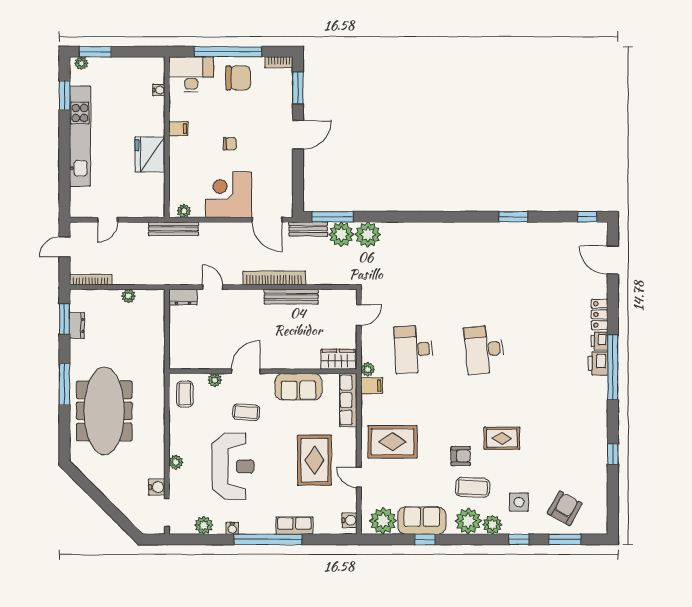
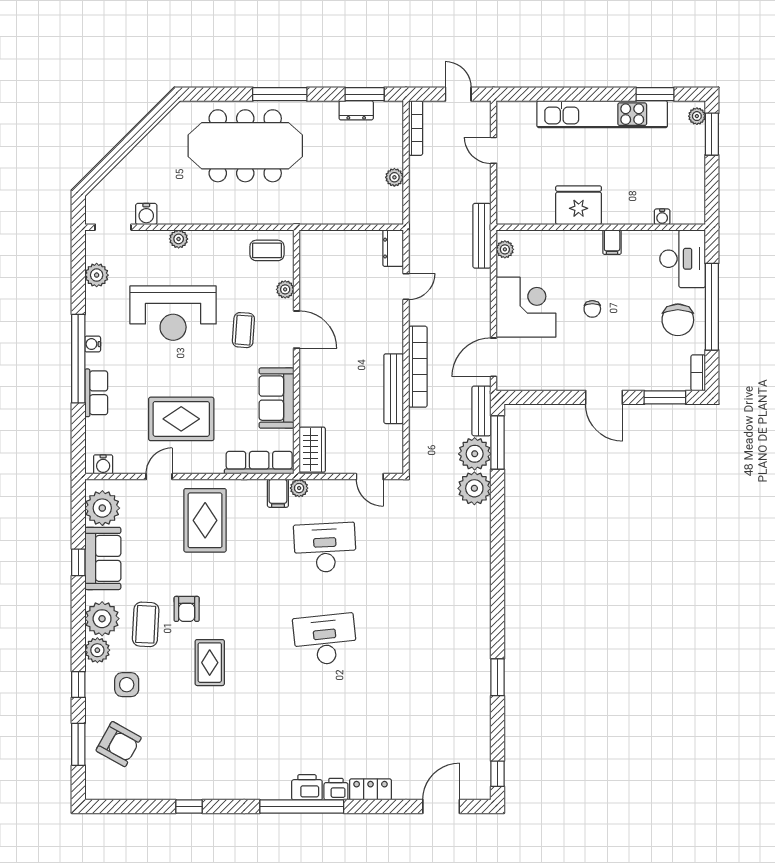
water cooler: (232, 528) -> (93, 344), moved

